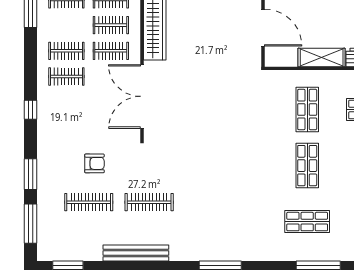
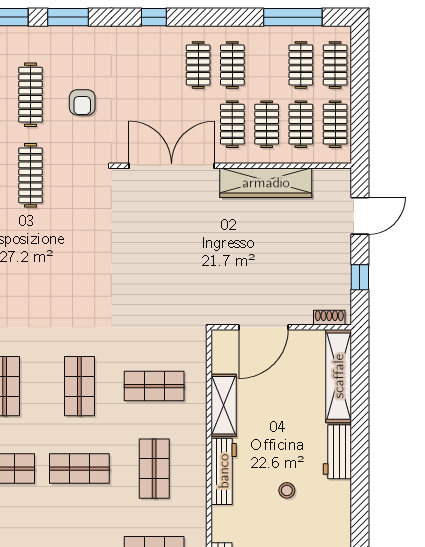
shop shelf: (307, 166) -> (79, 386), turned 90

